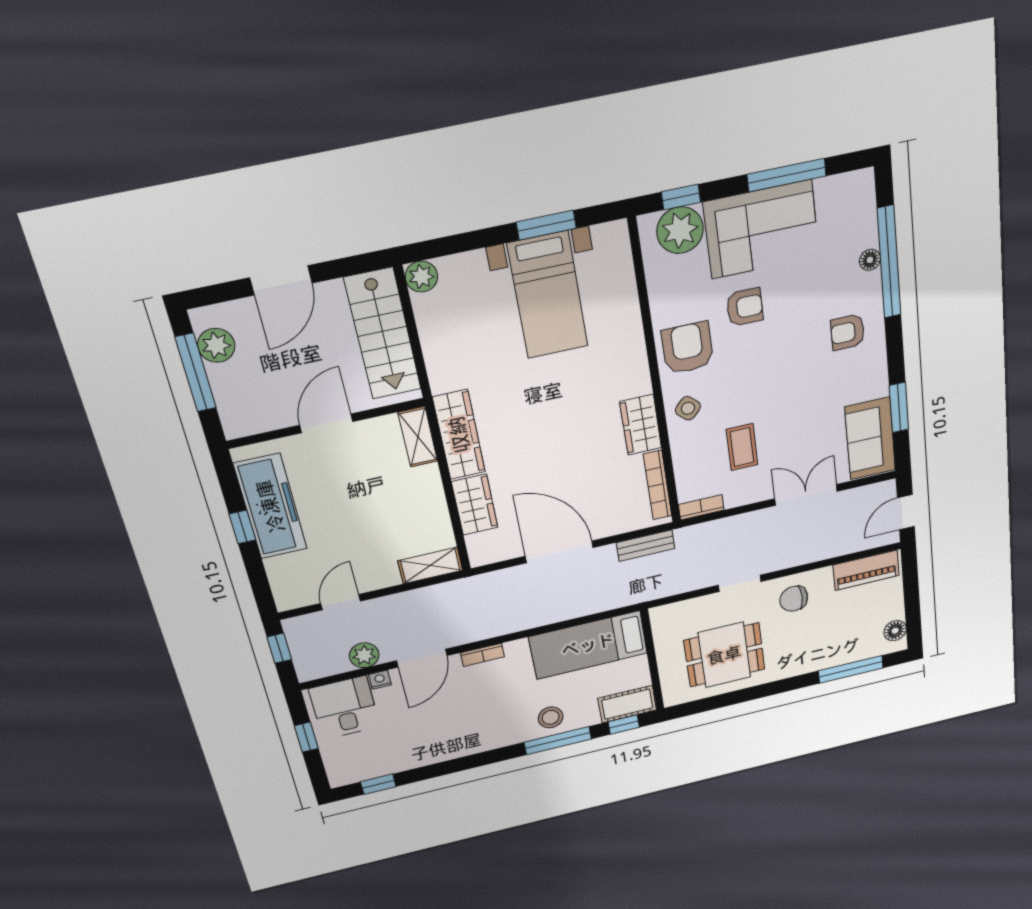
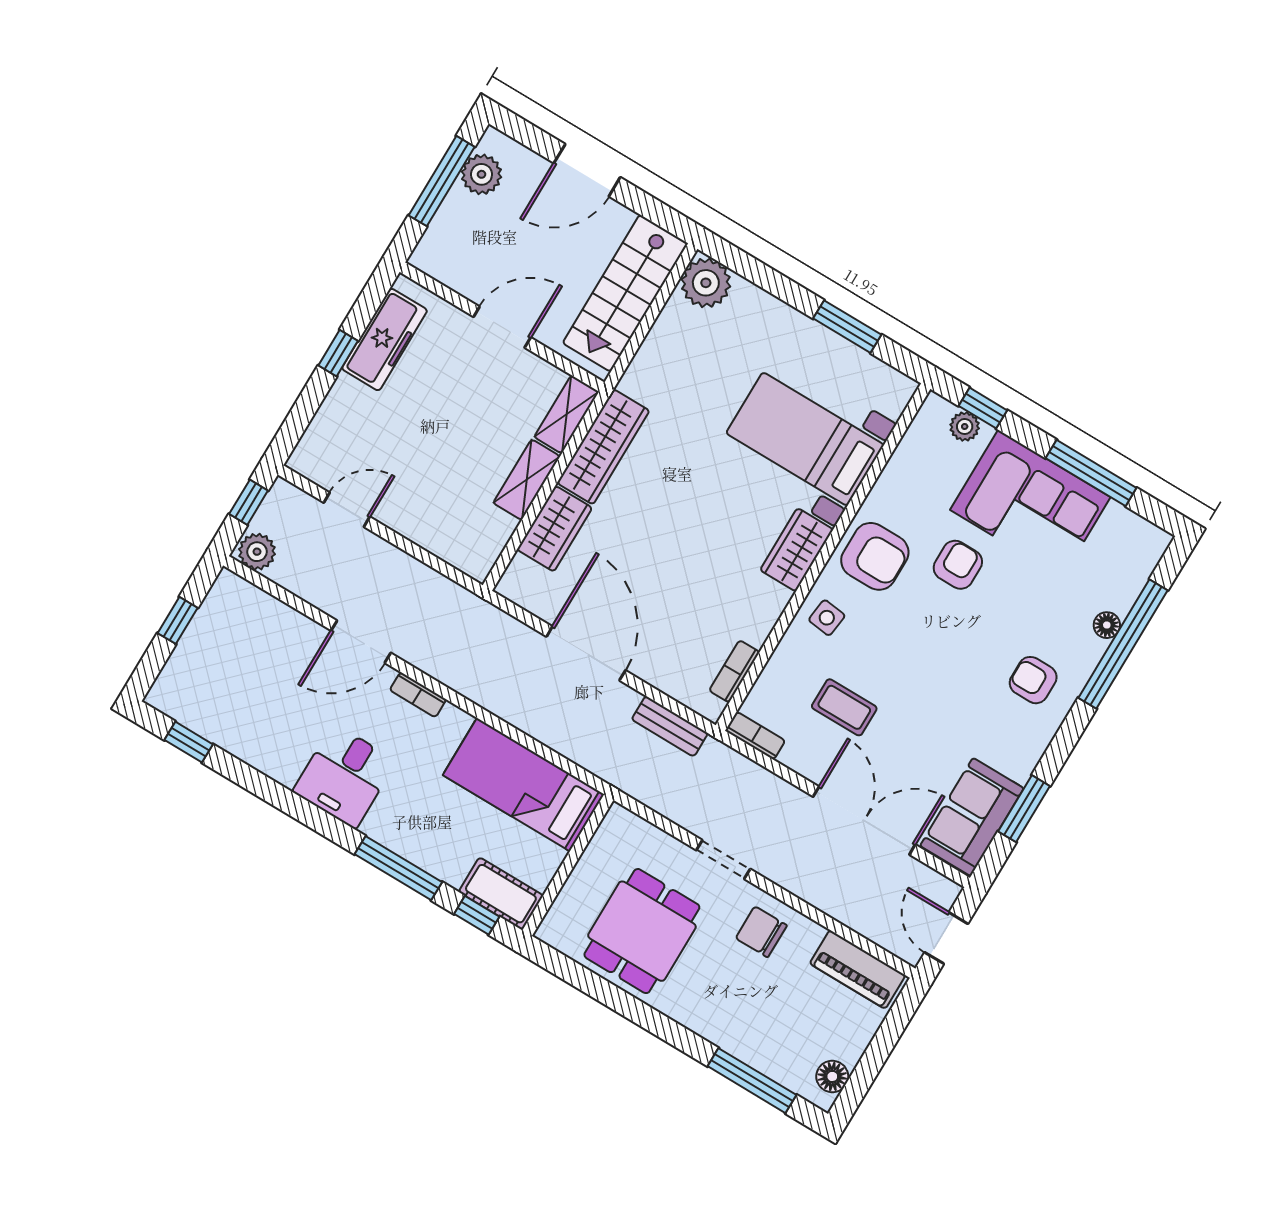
plant: (680, 230) -> (965, 427), width x0.53, depth x0.53
plant: (421, 277) -> (706, 283), width x1.36, depth x1.36
bed with nightstands: (548, 295) -> (805, 439), moved, turned 90
armchair: (745, 307) -> (958, 565), turned -90
armchair: (687, 348) -> (875, 556), turned 90
side table: (688, 408) -> (827, 618), turned -36
wardrobe: (641, 425) -> (797, 550), moved
coffee table: (742, 447) -> (844, 707), turned 90
bookcase: (658, 485) -> (734, 671), width x0.64
double door: (806, 495) -> (864, 821), width x1.37
freezer: (270, 506) -> (385, 339), width x0.73, depth x0.79
door: (906, 512) -> (946, 938), hinge flipped
shelving: (430, 565) -> (527, 480), moved, turned 90
plant: (364, 655) -> (257, 552), moved
dining table: (724, 655) -> (642, 931), turned 90
nightstand: (380, 680) -> (302, 626), removed
desk: (344, 708) -> (345, 776), moved, turned 180
stool: (551, 717) -> (416, 833), removed

